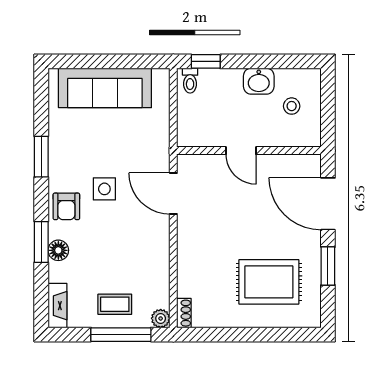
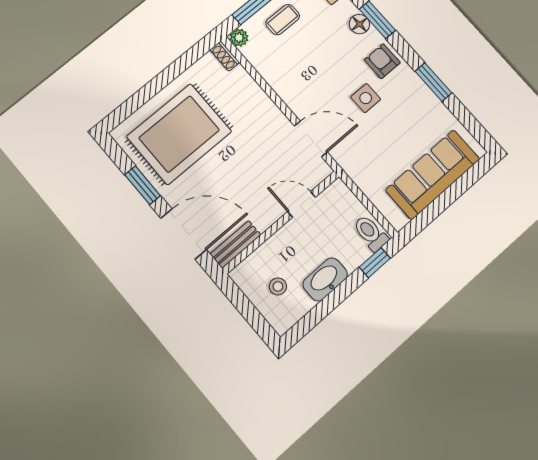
toilet: (190, 81) -> (371, 233), width x1.37, depth x1.39
washbasin: (259, 81) -> (325, 279), width x1.38
door: (241, 151) -> (302, 204), moved
bench: (296, 163) -> (235, 244), added
rug: (269, 282) -> (179, 134), width x1.37, depth x1.44

